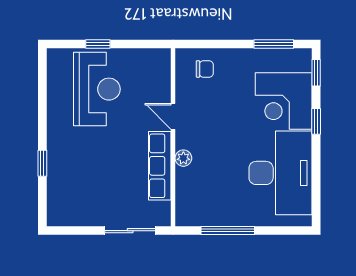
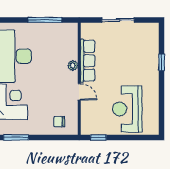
window: (98, 44) -> (98, 137), moved
sliding door: (130, 231) -> (118, 20), moved

